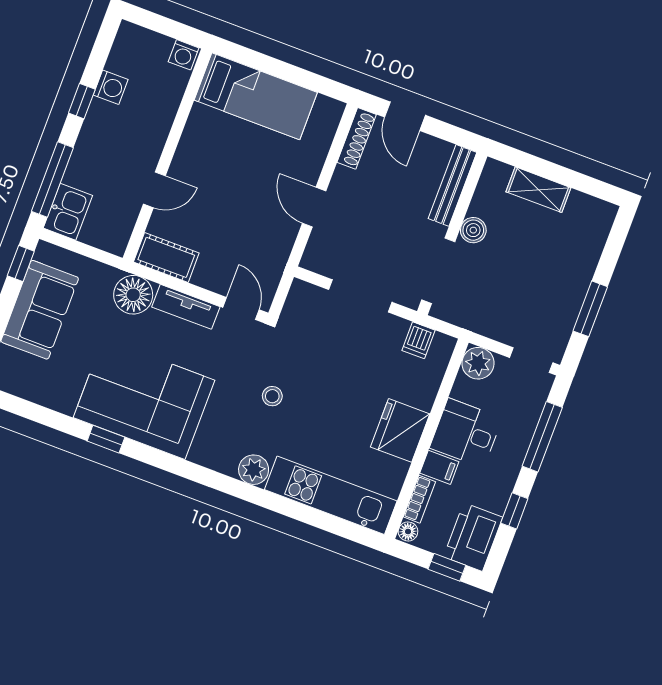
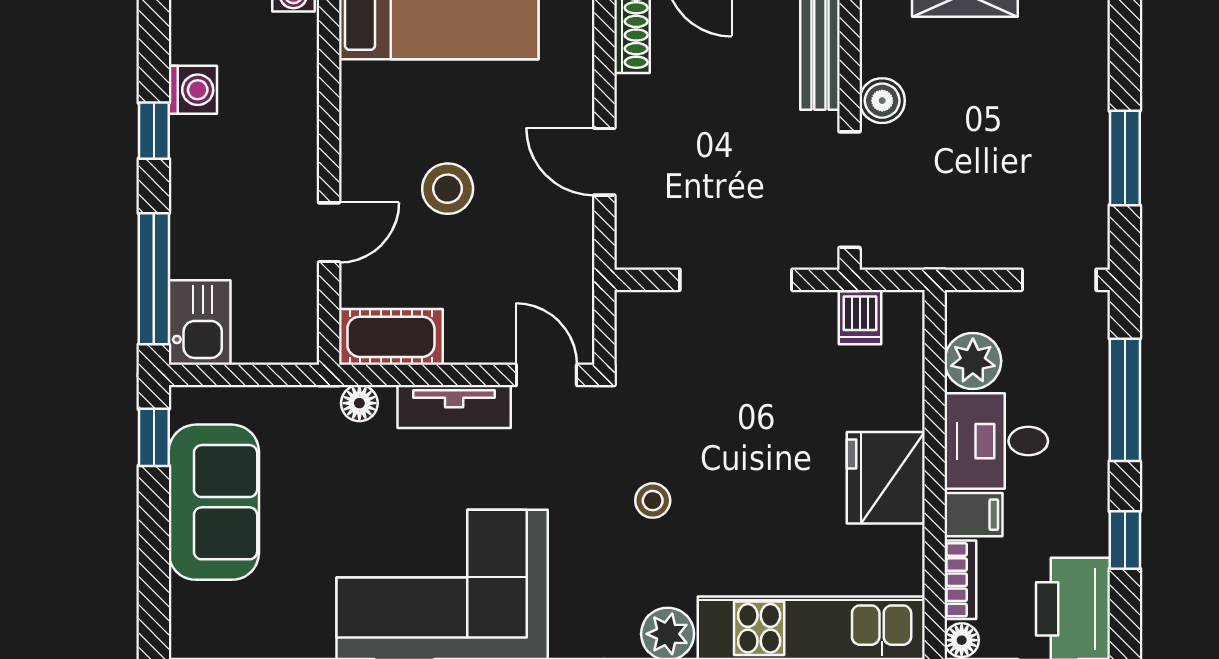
stool: (226, 190) -> (448, 189), added
floor lamp: (133, 295) -> (359, 403), width x0.53, depth x0.53
plant: (478, 363) -> (973, 361), moved

